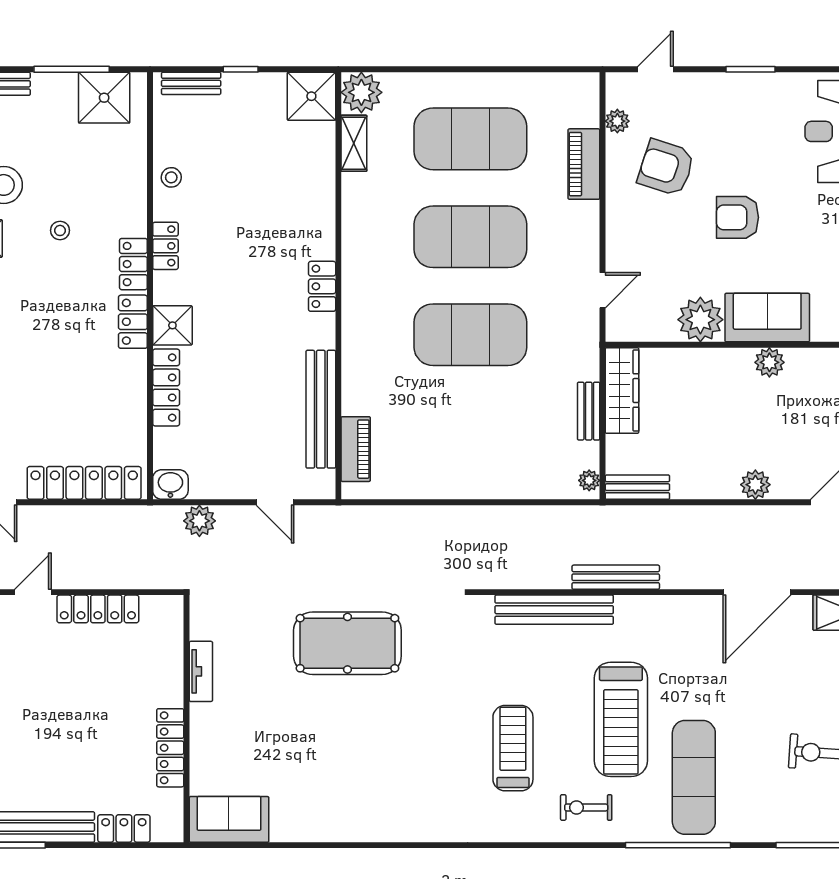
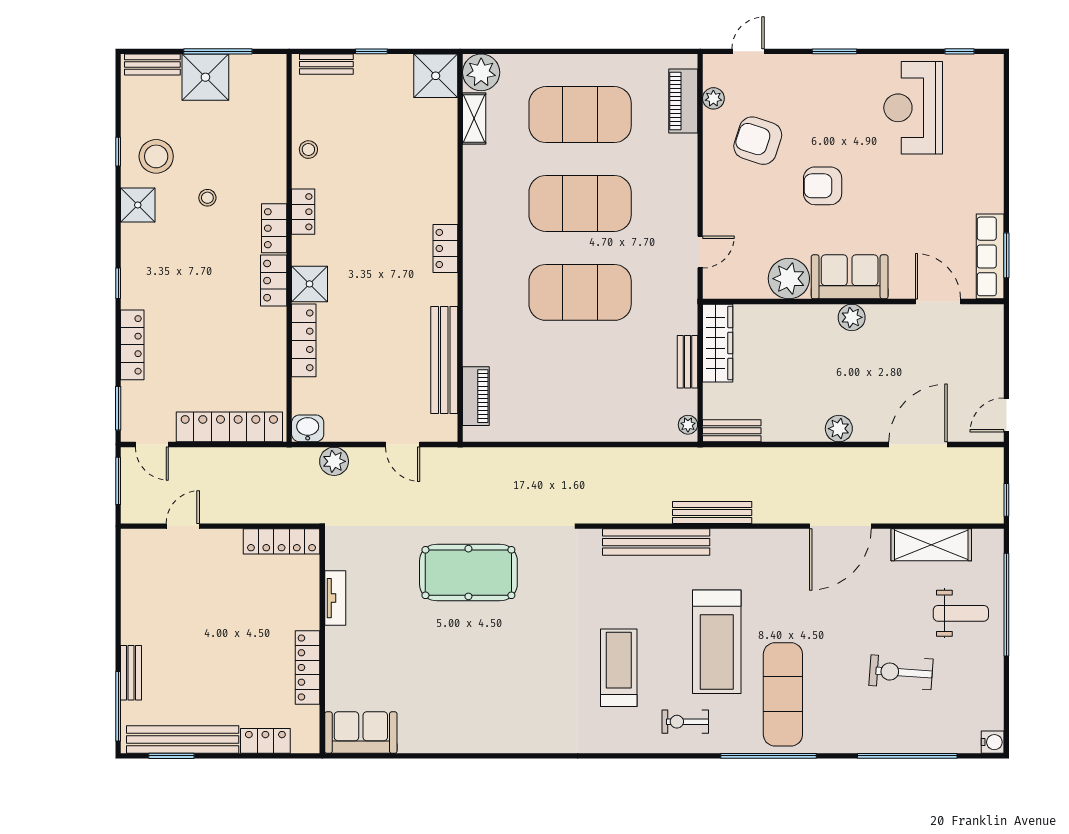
shower: (104, 98) -> (205, 77), moved
piano: (584, 164) -> (683, 101), moved
locker: (98, 609) -> (282, 541), moved

